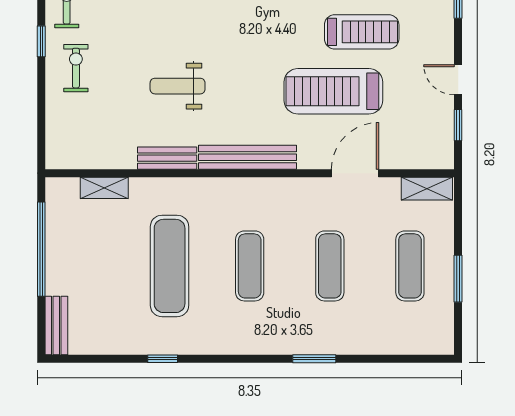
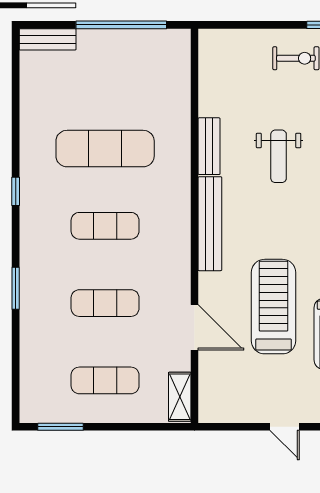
door: (458, 80) -> (285, 427), swing flipped
weight bench: (178, 86) -> (279, 156), turned 180
window: (458, 125) -> (241, 427), removed
shelving: (104, 188) -> (180, 86), removed
window: (458, 279) -> (61, 427), moved
window: (163, 359) -> (16, 191), moved

